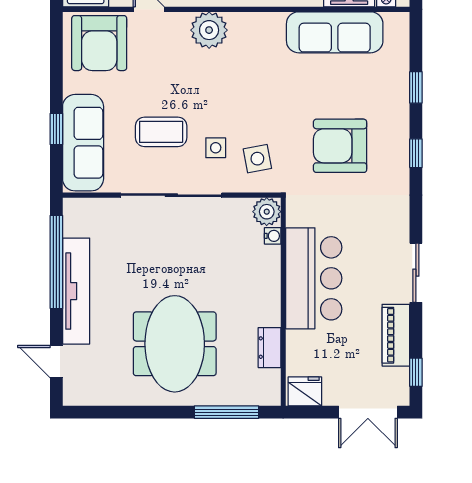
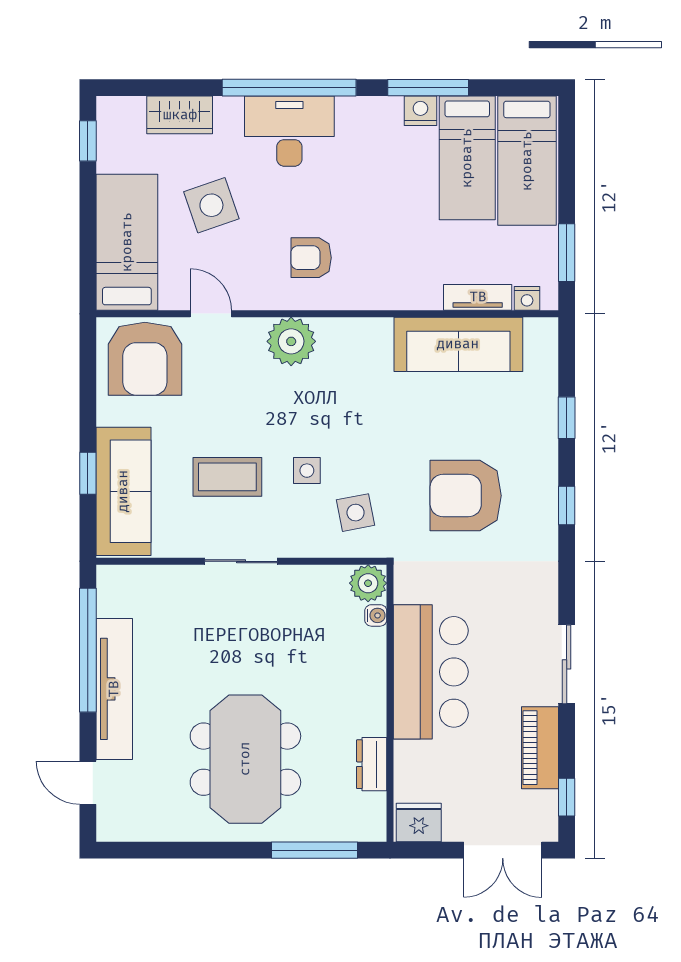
side table: (216, 148) -> (307, 471), moved
sliding door: (171, 195) -> (241, 561), width x0.54

